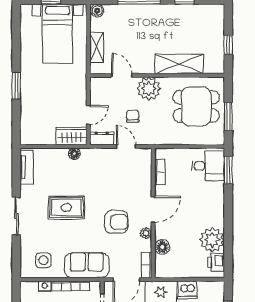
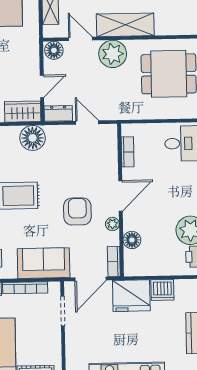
shelving: (179, 64) -> (125, 25), moved
floor lamp: (99, 85) -> (54, 50), added
chair: (133, 116) -> (94, 87), removed
floor lamp: (74, 154) -> (33, 138), width x1.89, depth x1.89
armchair: (116, 222) -> (77, 211), turned -90

